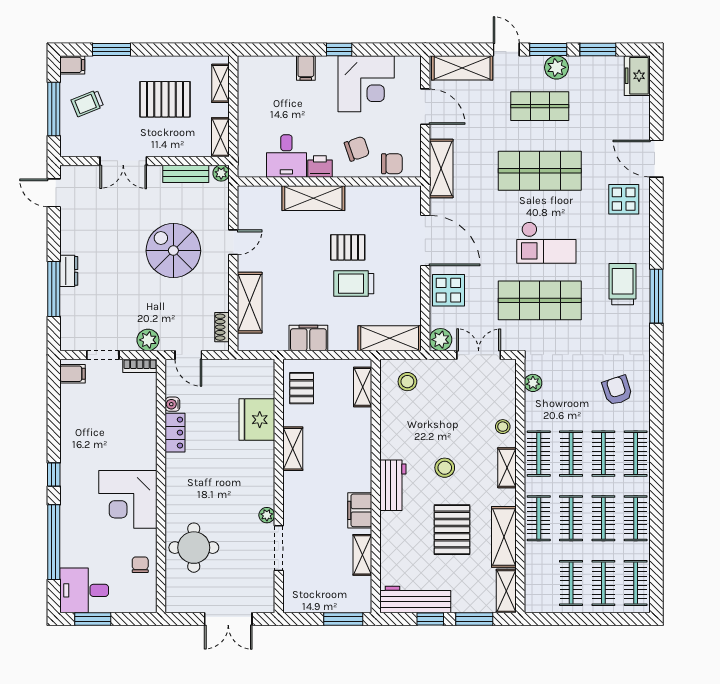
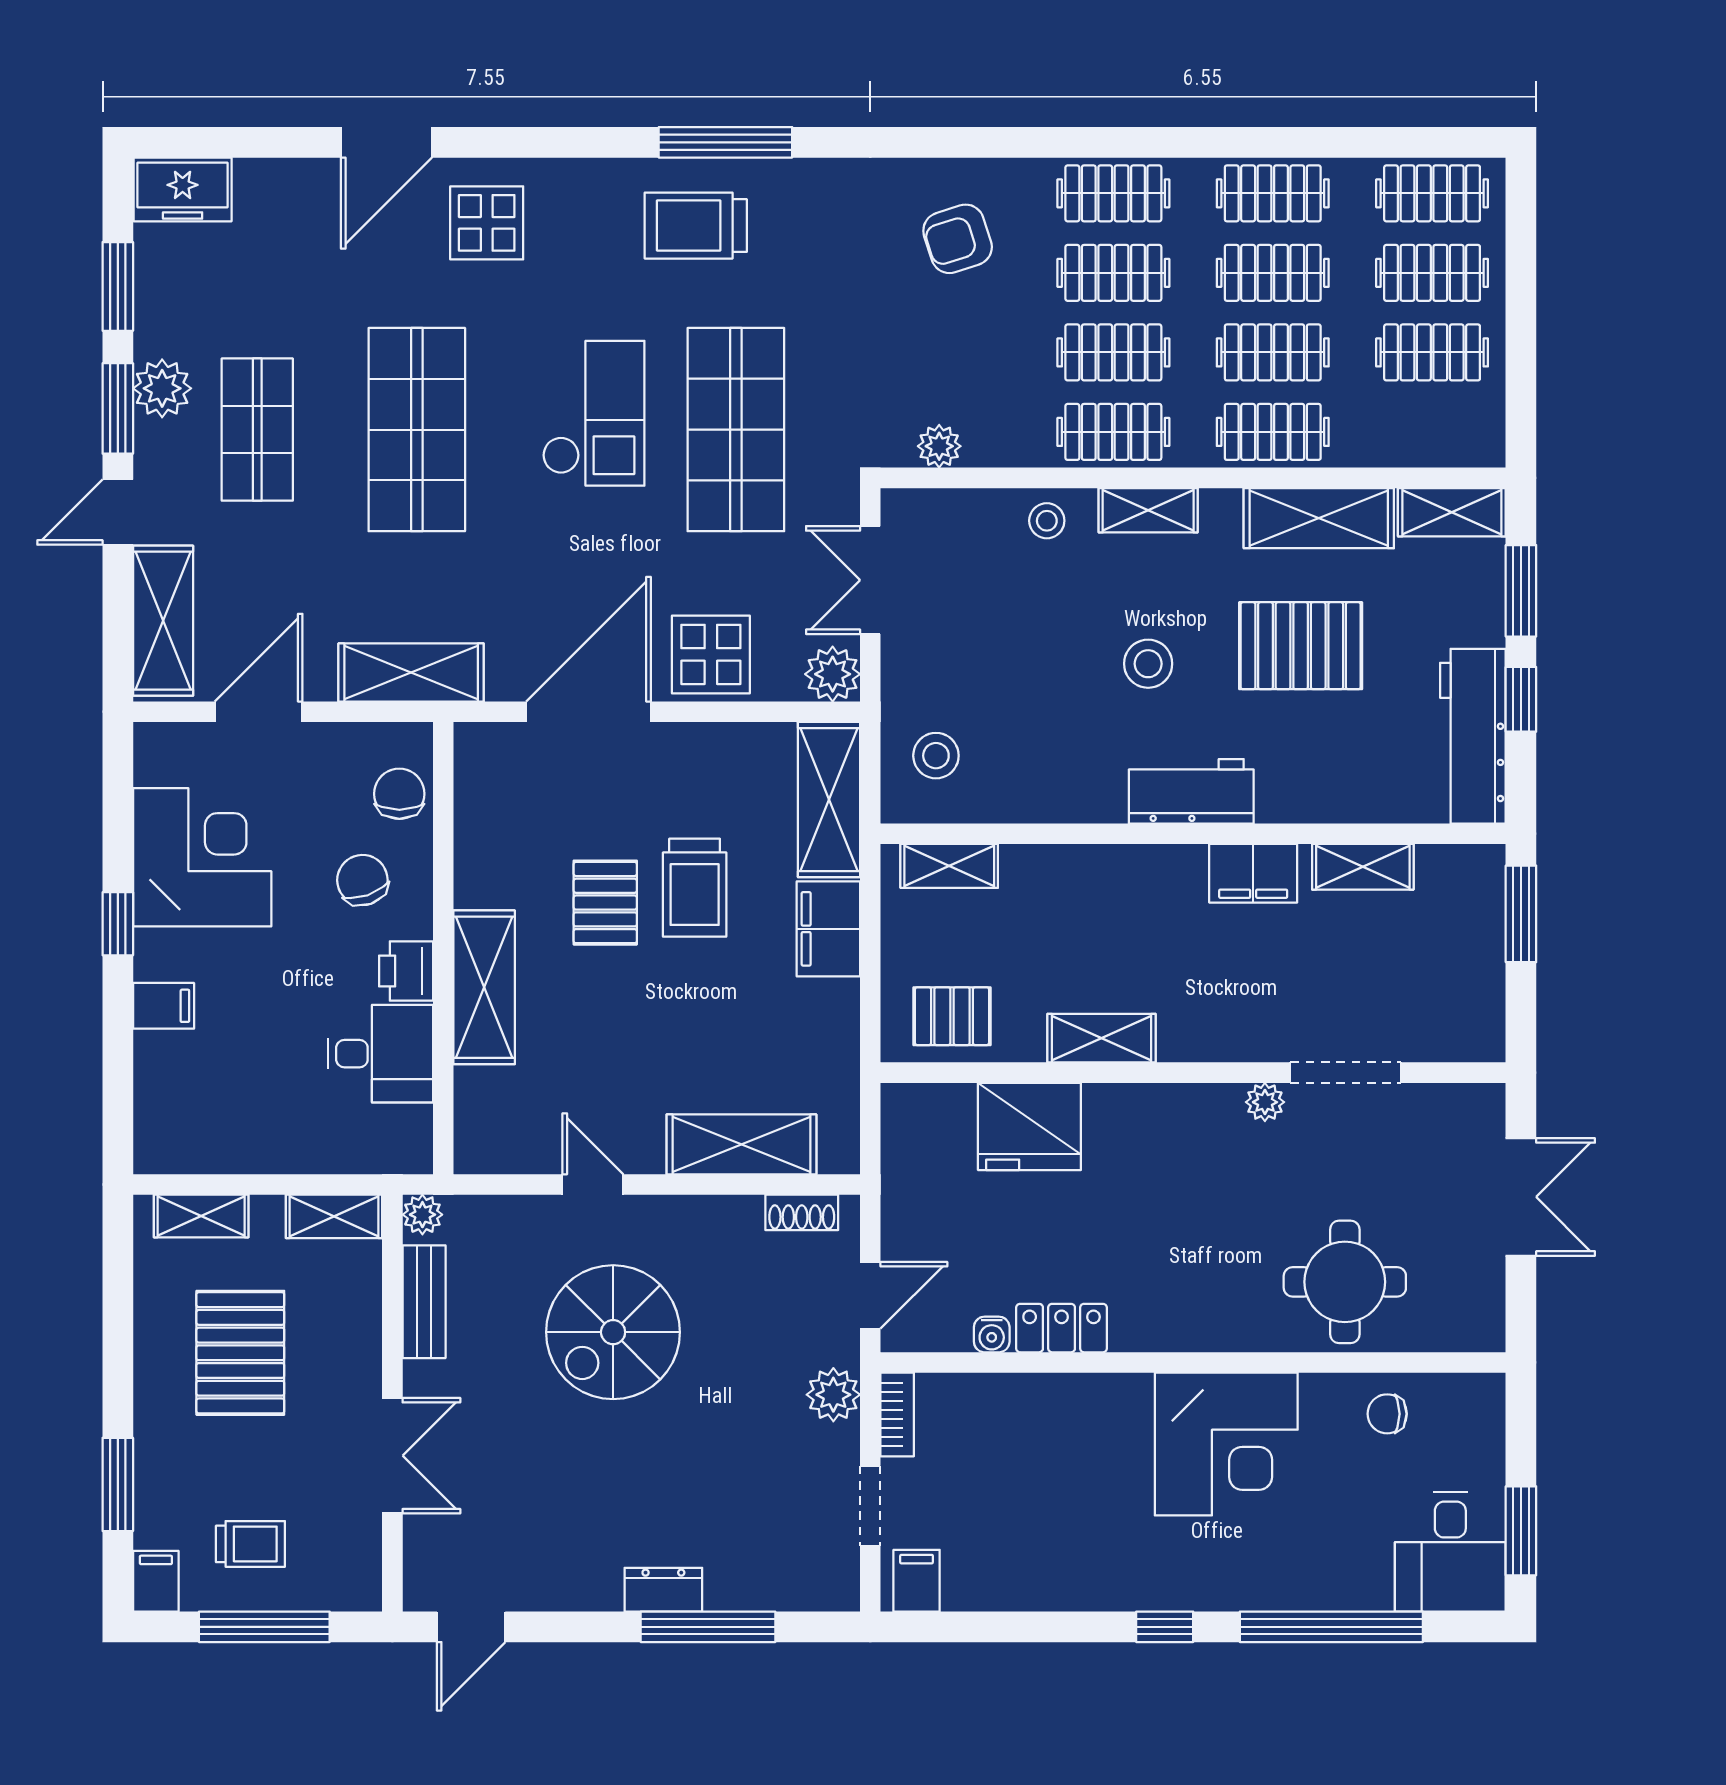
trolley: (87, 103) -> (250, 1544), turned -68
filing cabinet: (308, 338) -> (828, 929), moved

